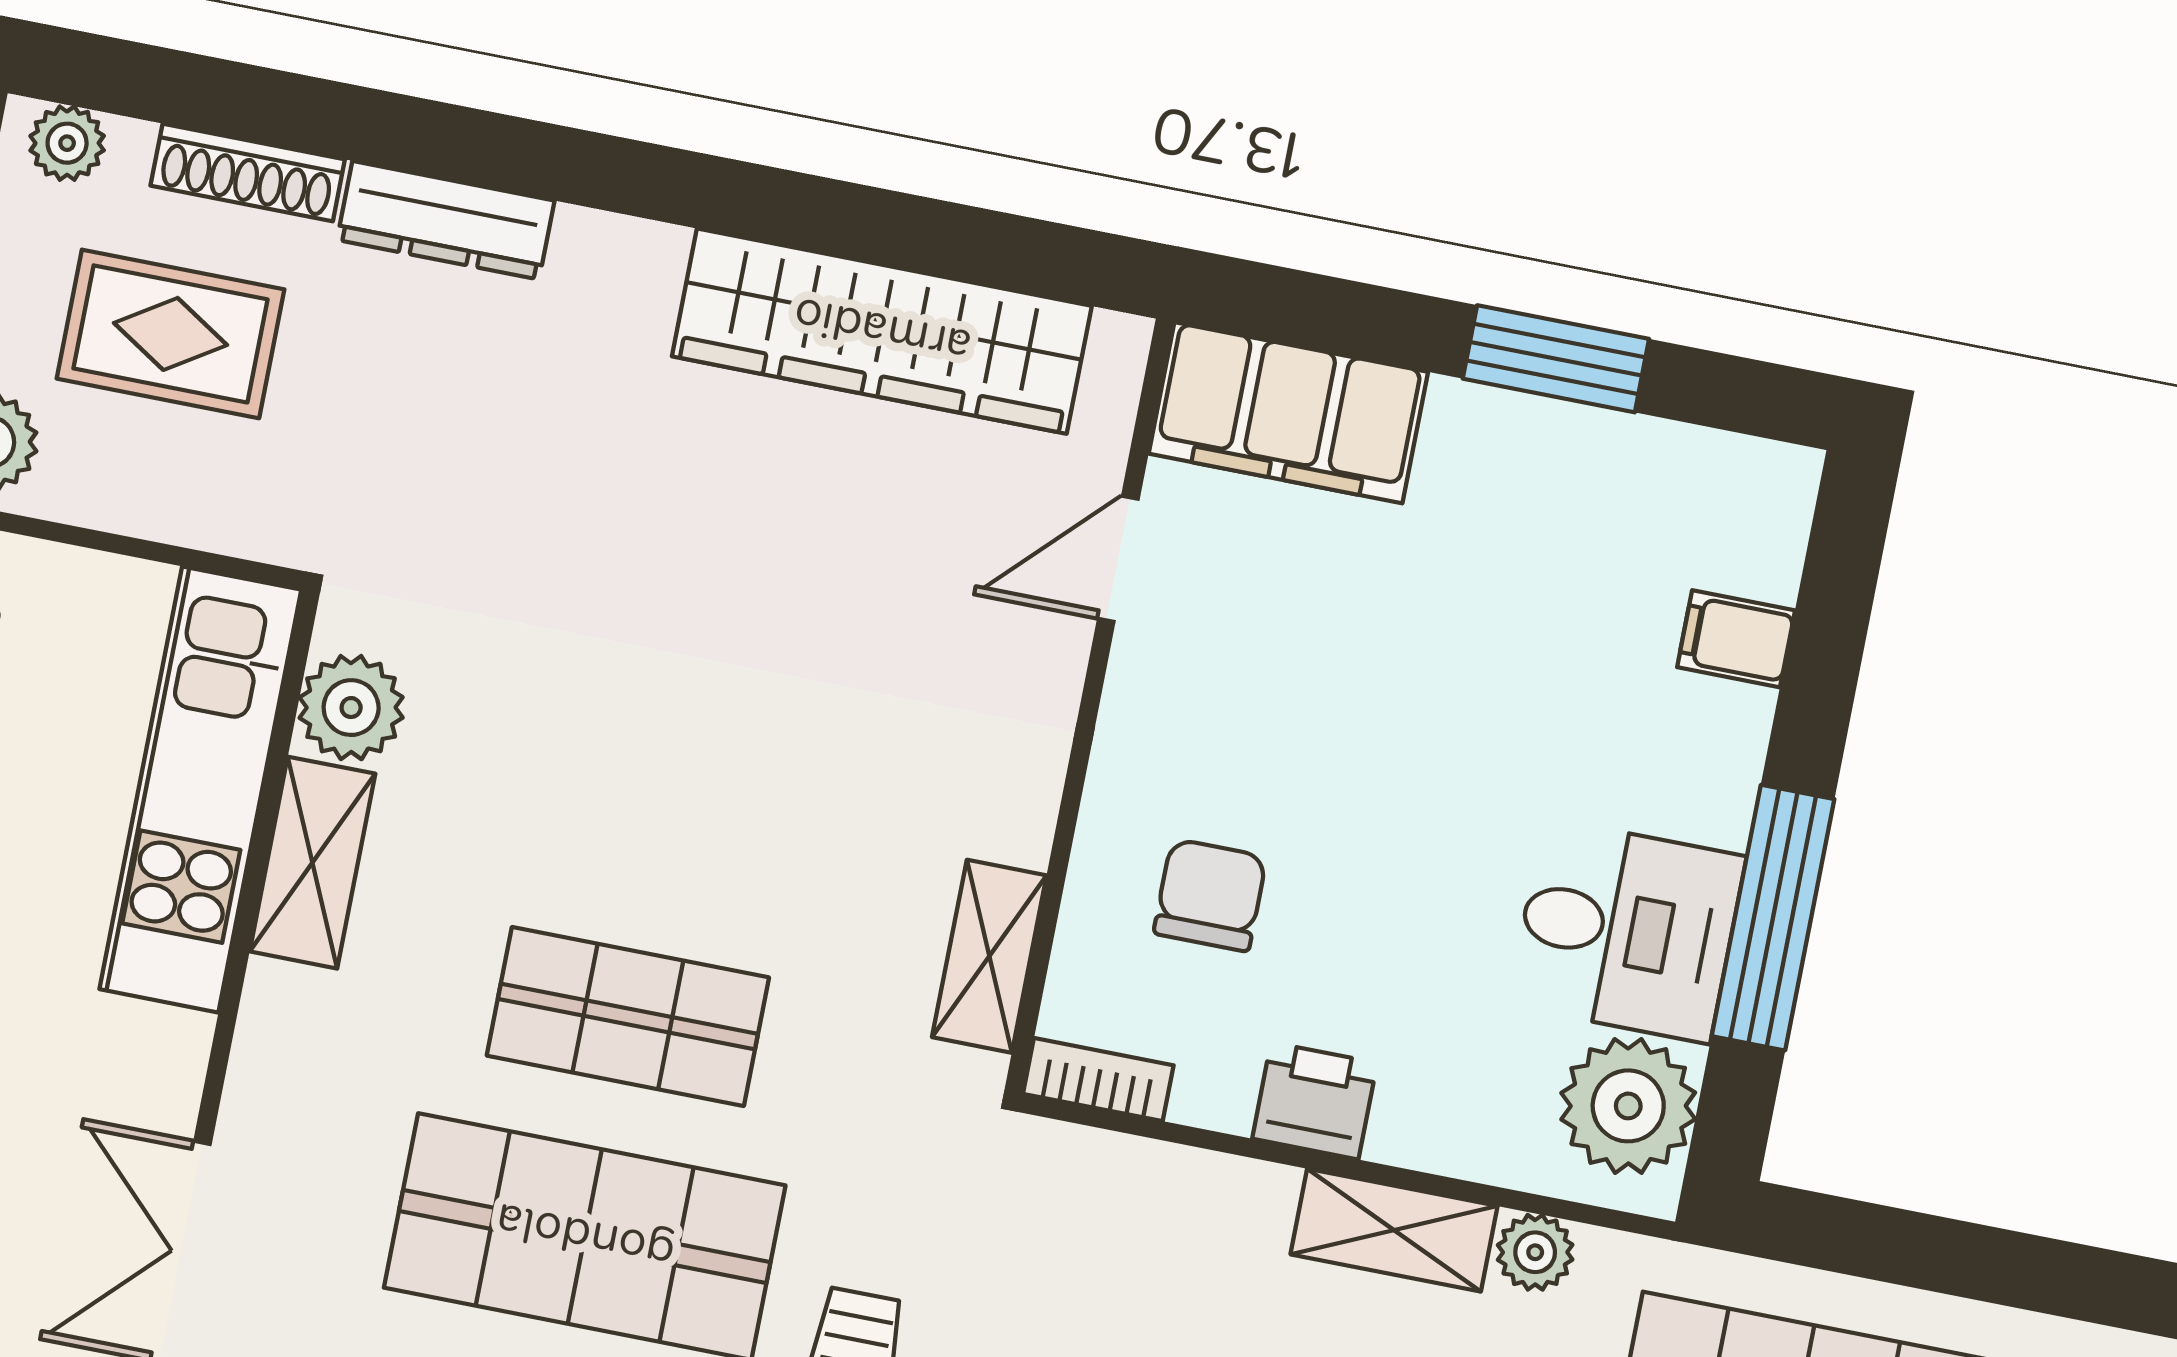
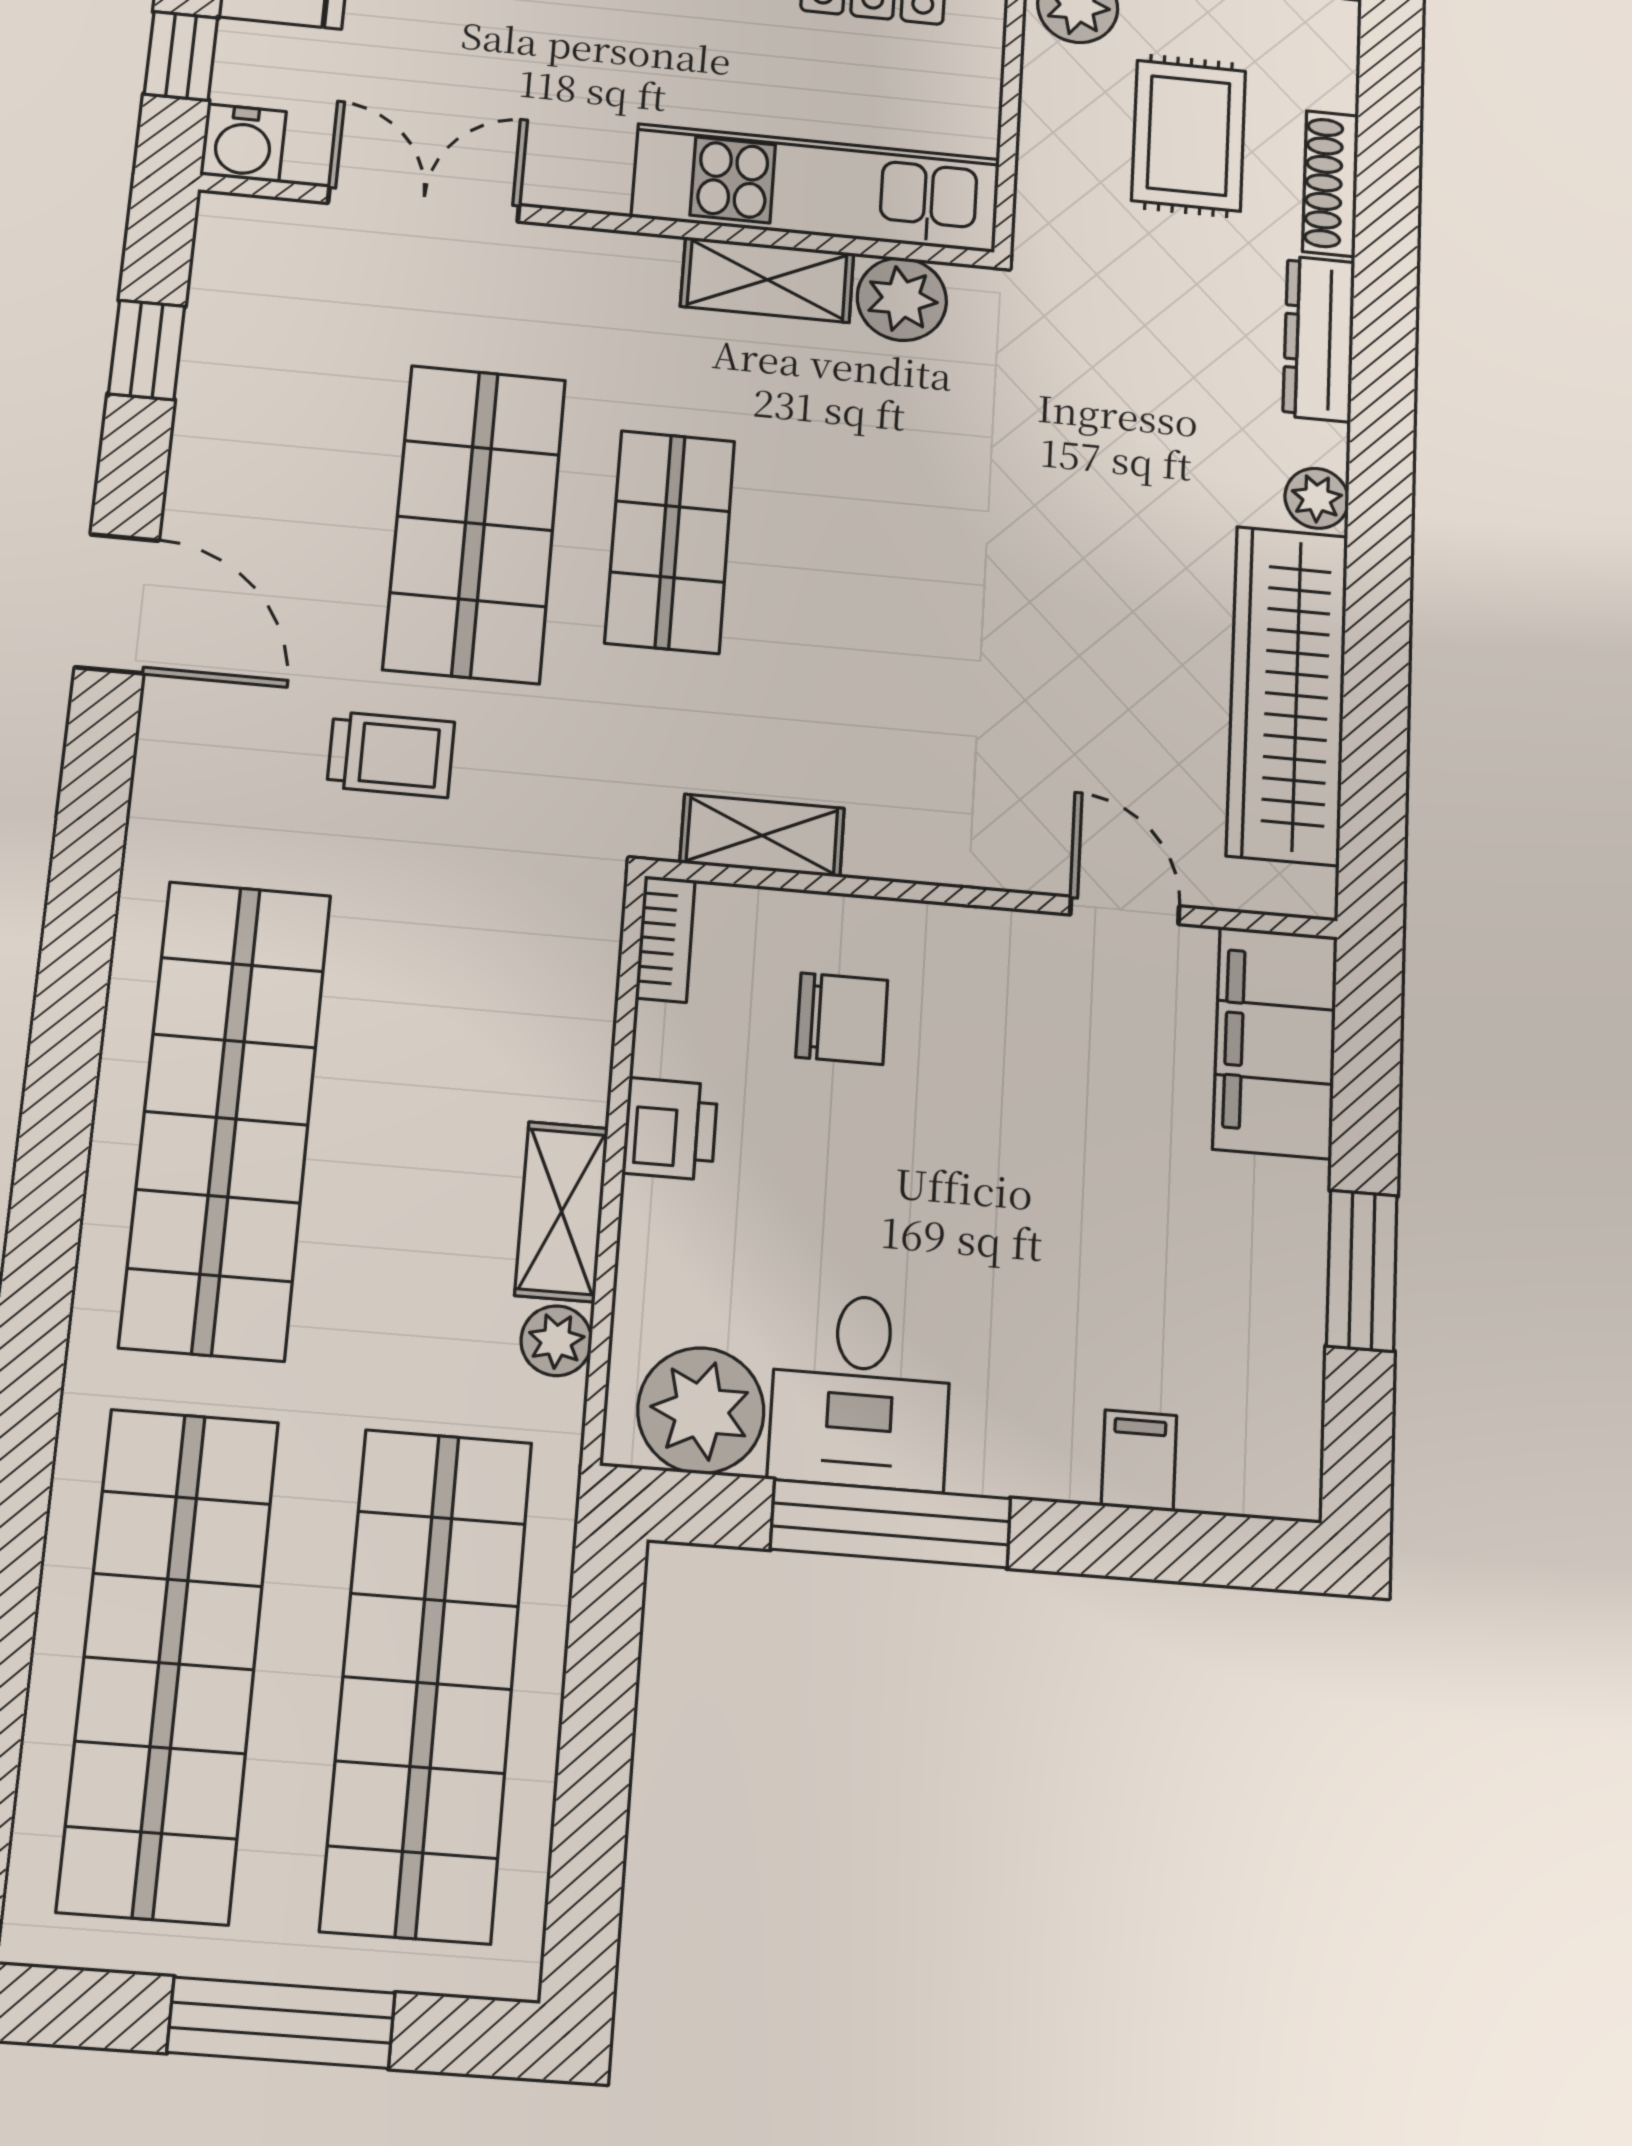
plant: (67, 143) -> (1317, 498), moved

